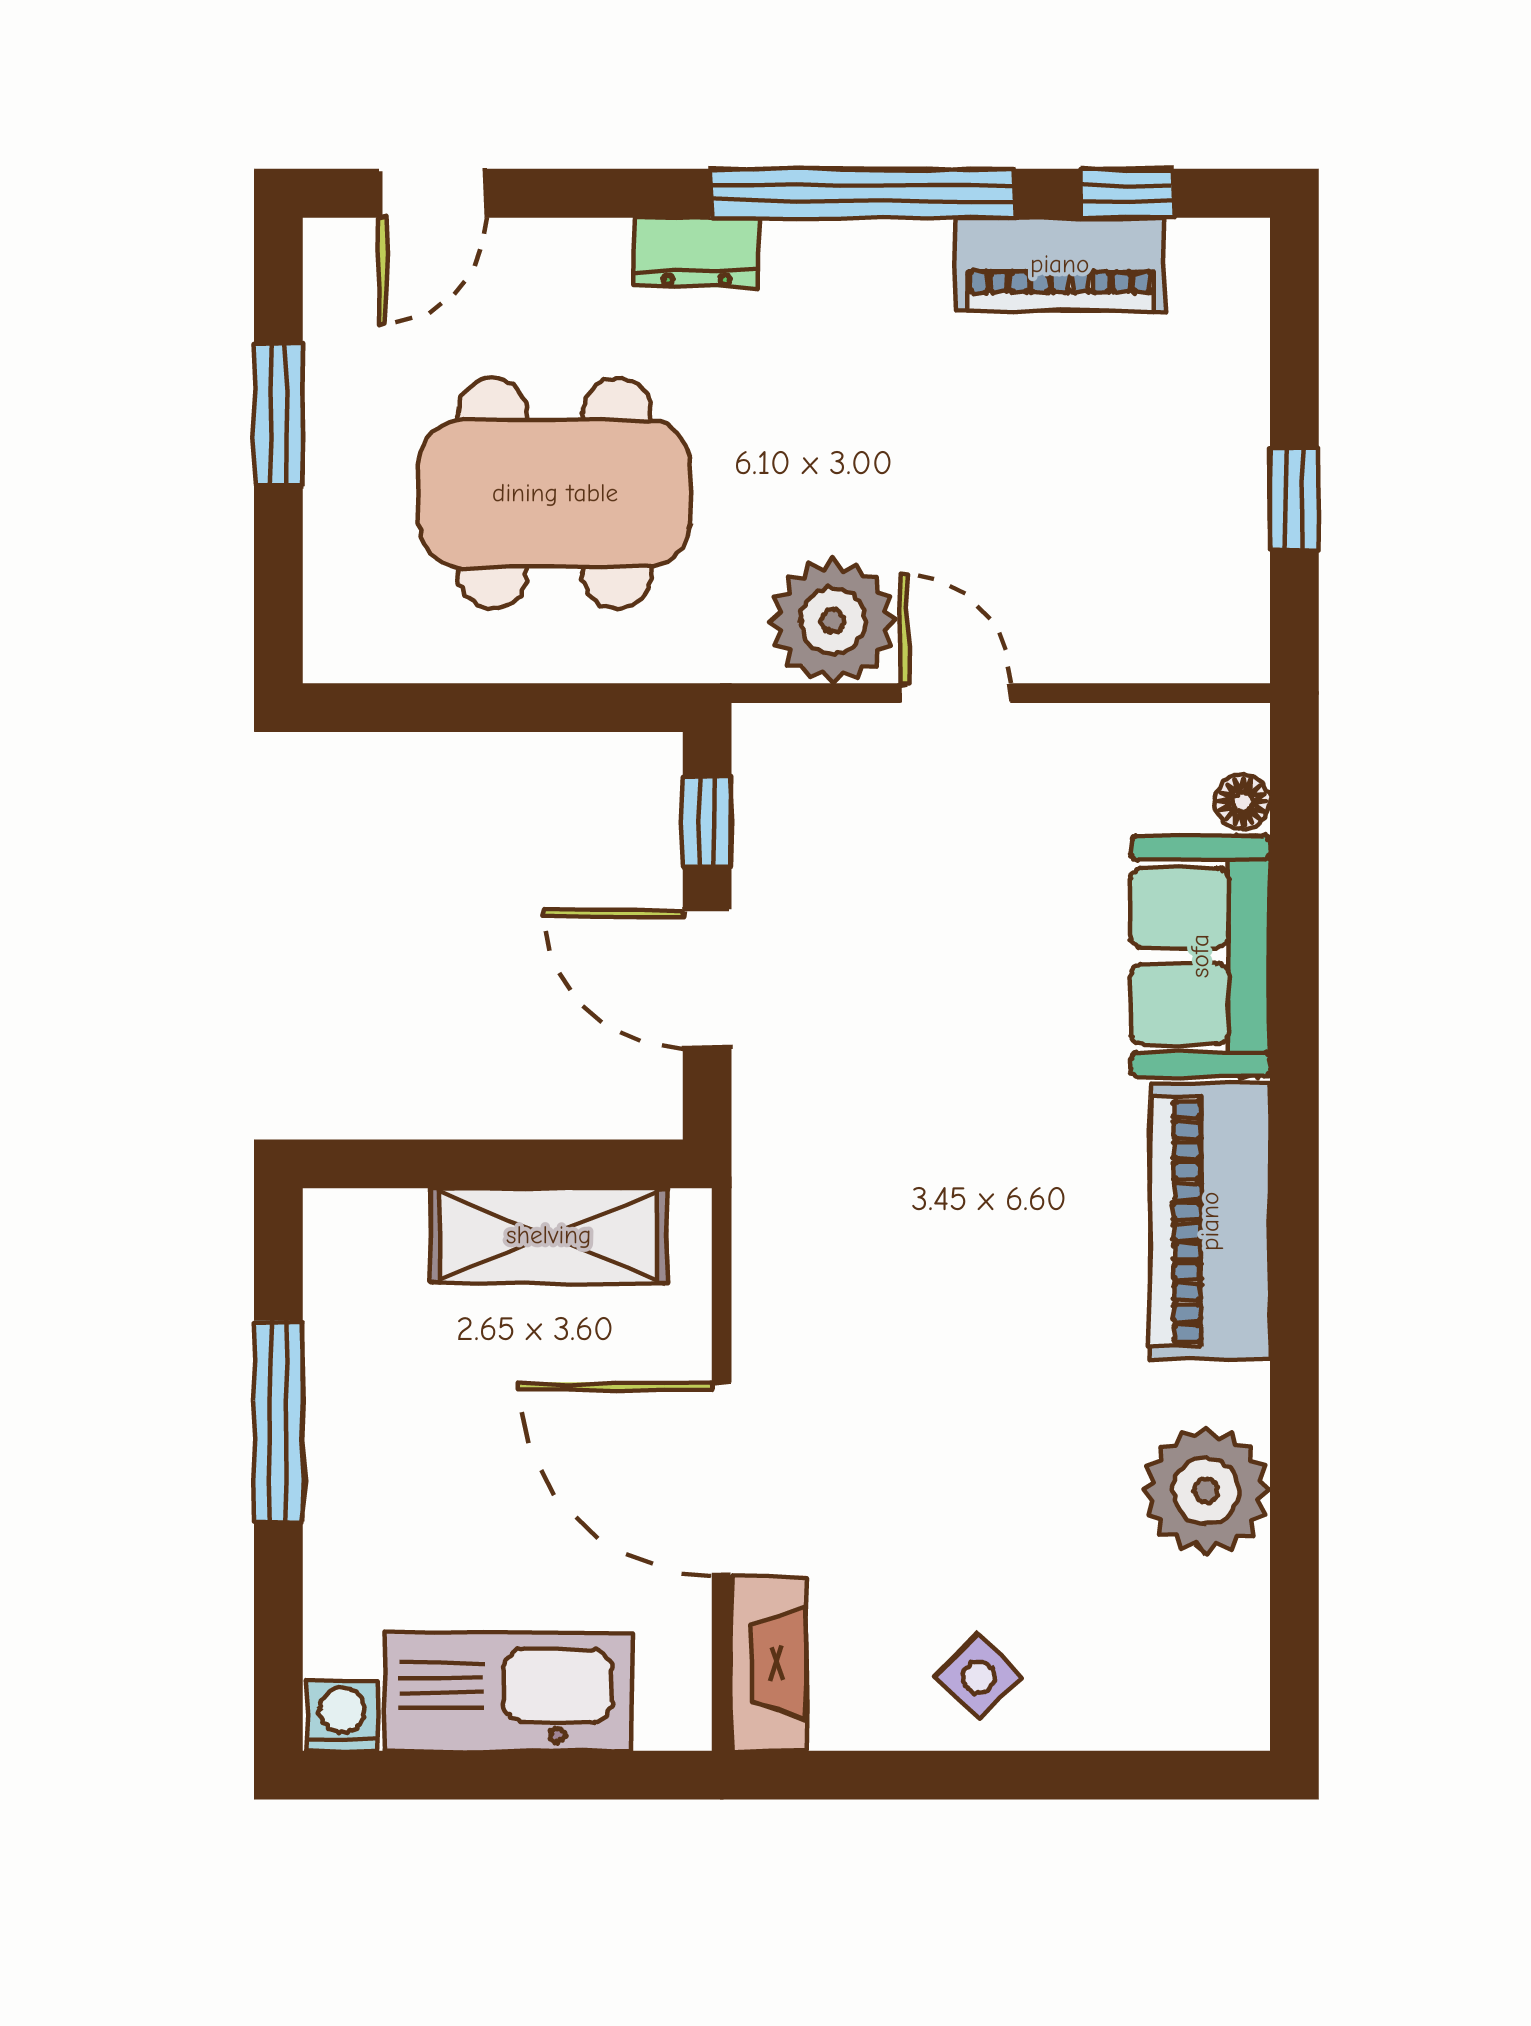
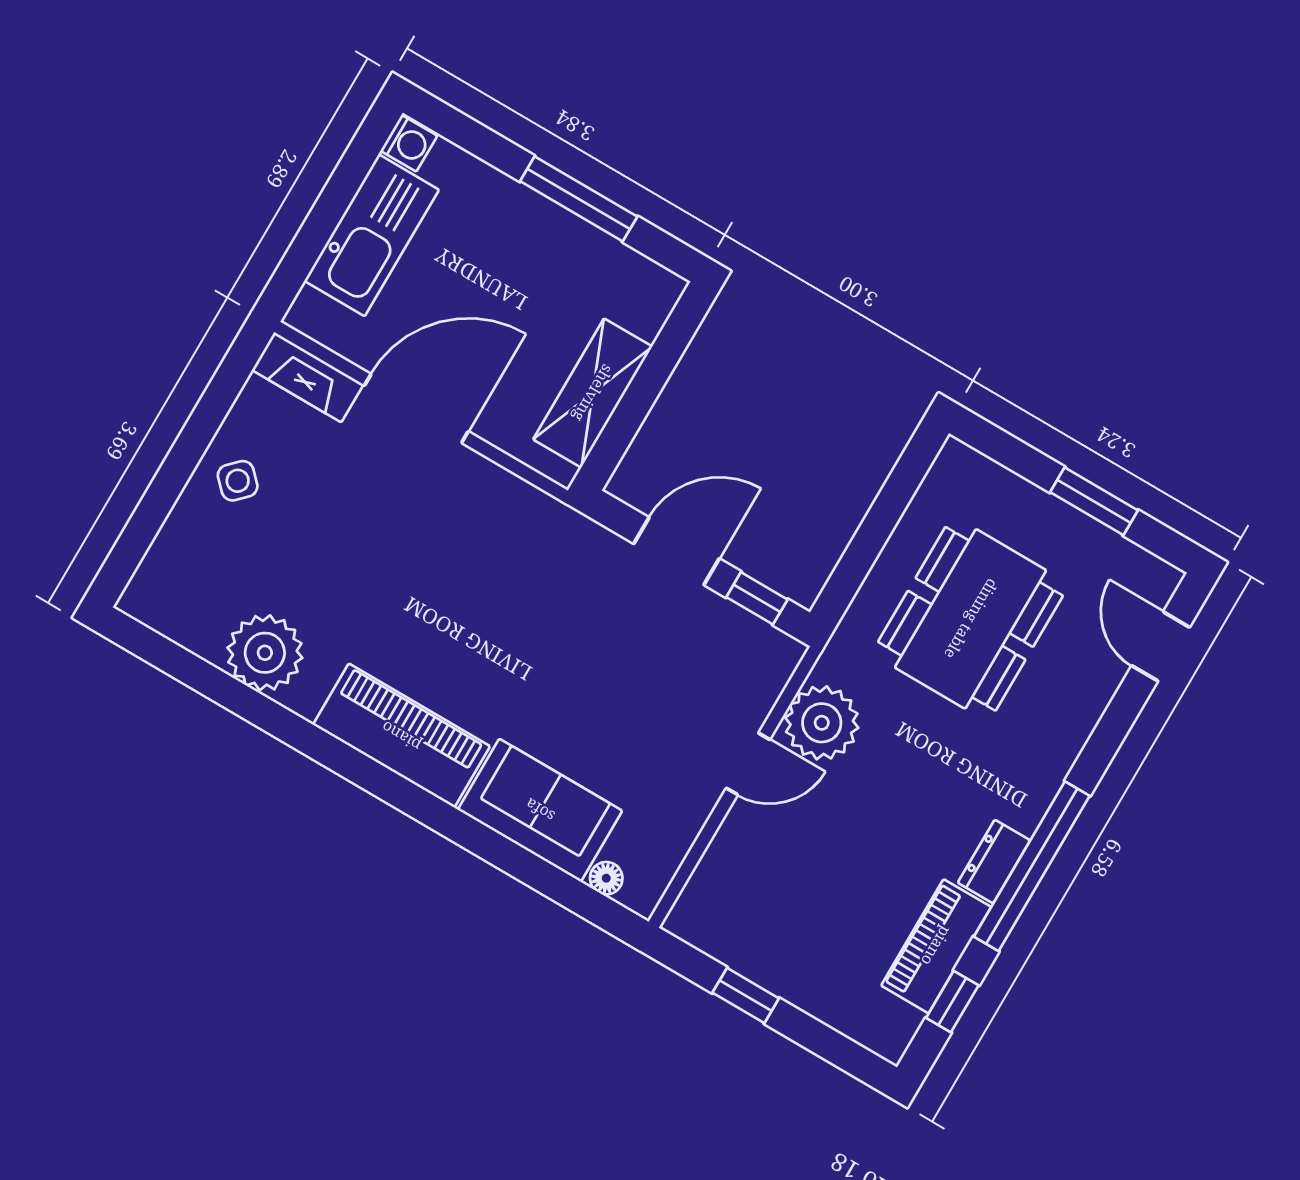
dresser: (696, 252) -> (994, 862), moved

